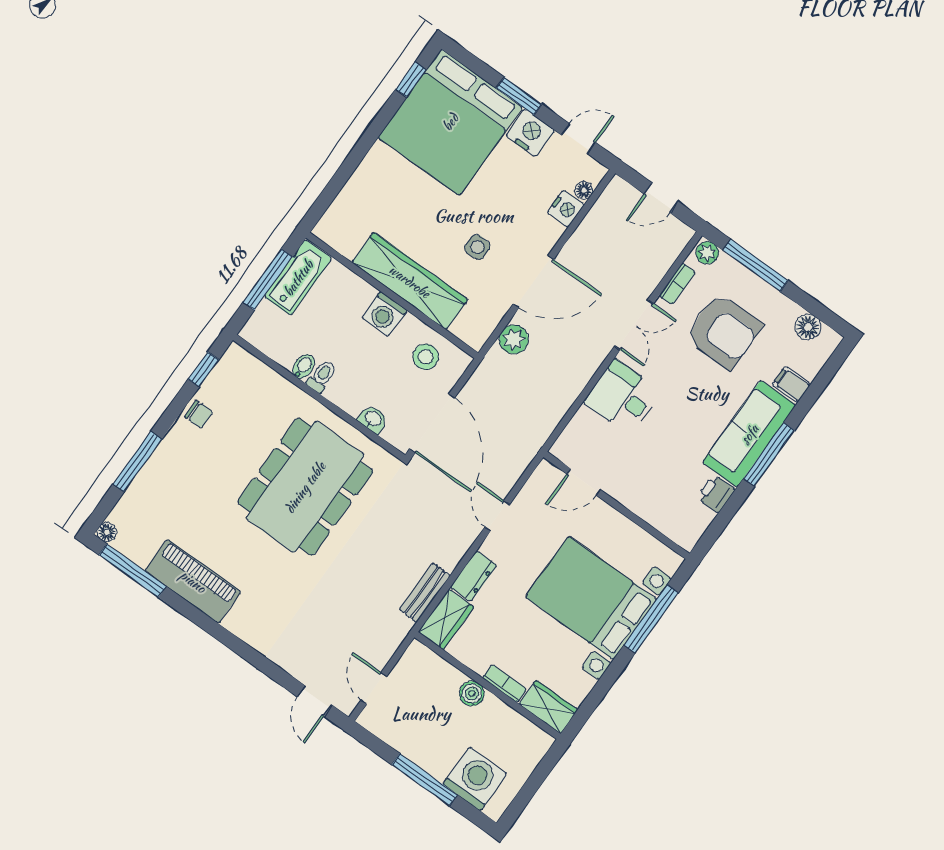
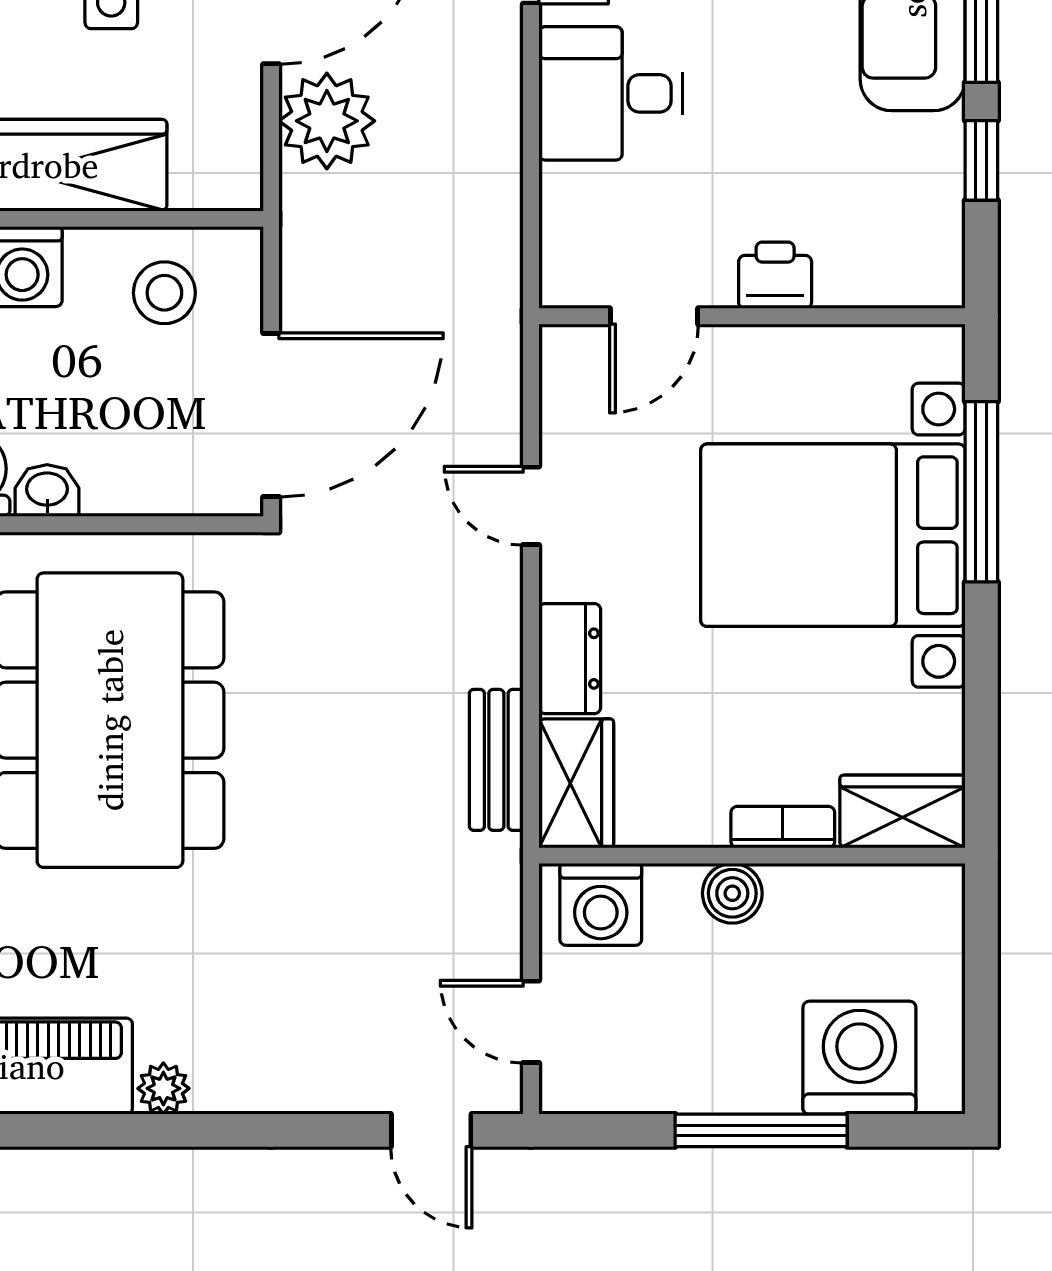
plant: (514, 339) -> (327, 121), width x1.36, depth x1.36
washbasin: (373, 419) -> (47, 491), moved
door: (432, 423) -> (271, 415), hinge flipped
printer: (716, 494) -> (775, 275), moved, turned 90
window: (730, 508) -> (981, 160), added
plant: (235, 623) -> (163, 1088), added
washing machine: (425, 666) -> (601, 904), added

